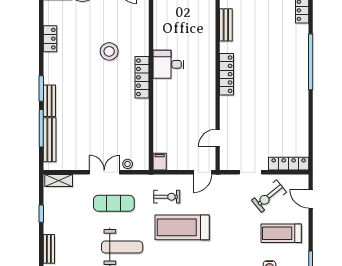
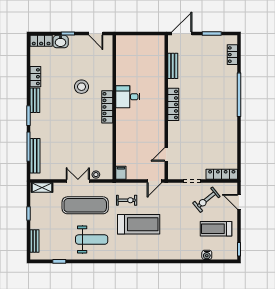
bench: (49, 101) -> (35, 100), moved
exercise mat: (114, 203) -> (85, 205), width x1.36, depth x1.45
treadmill: (182, 227) -> (139, 224), turned 180

